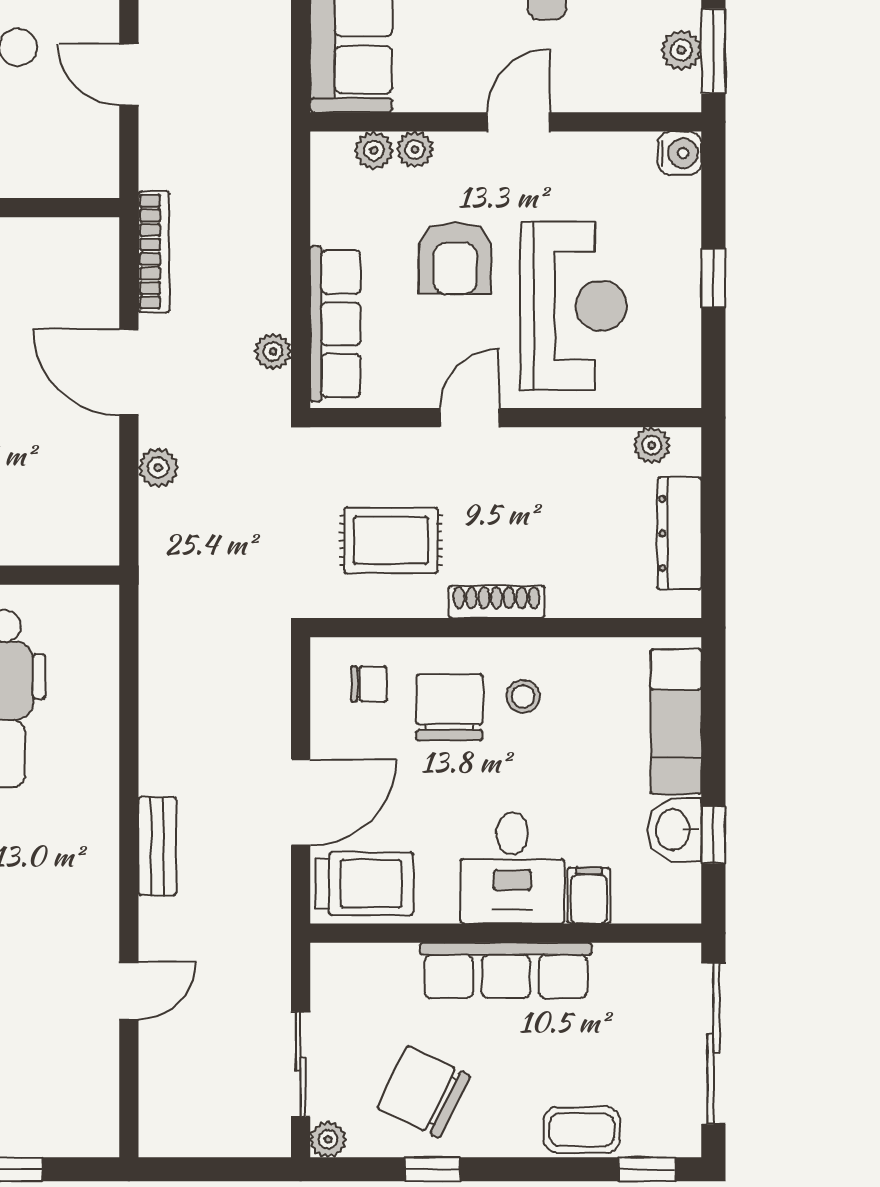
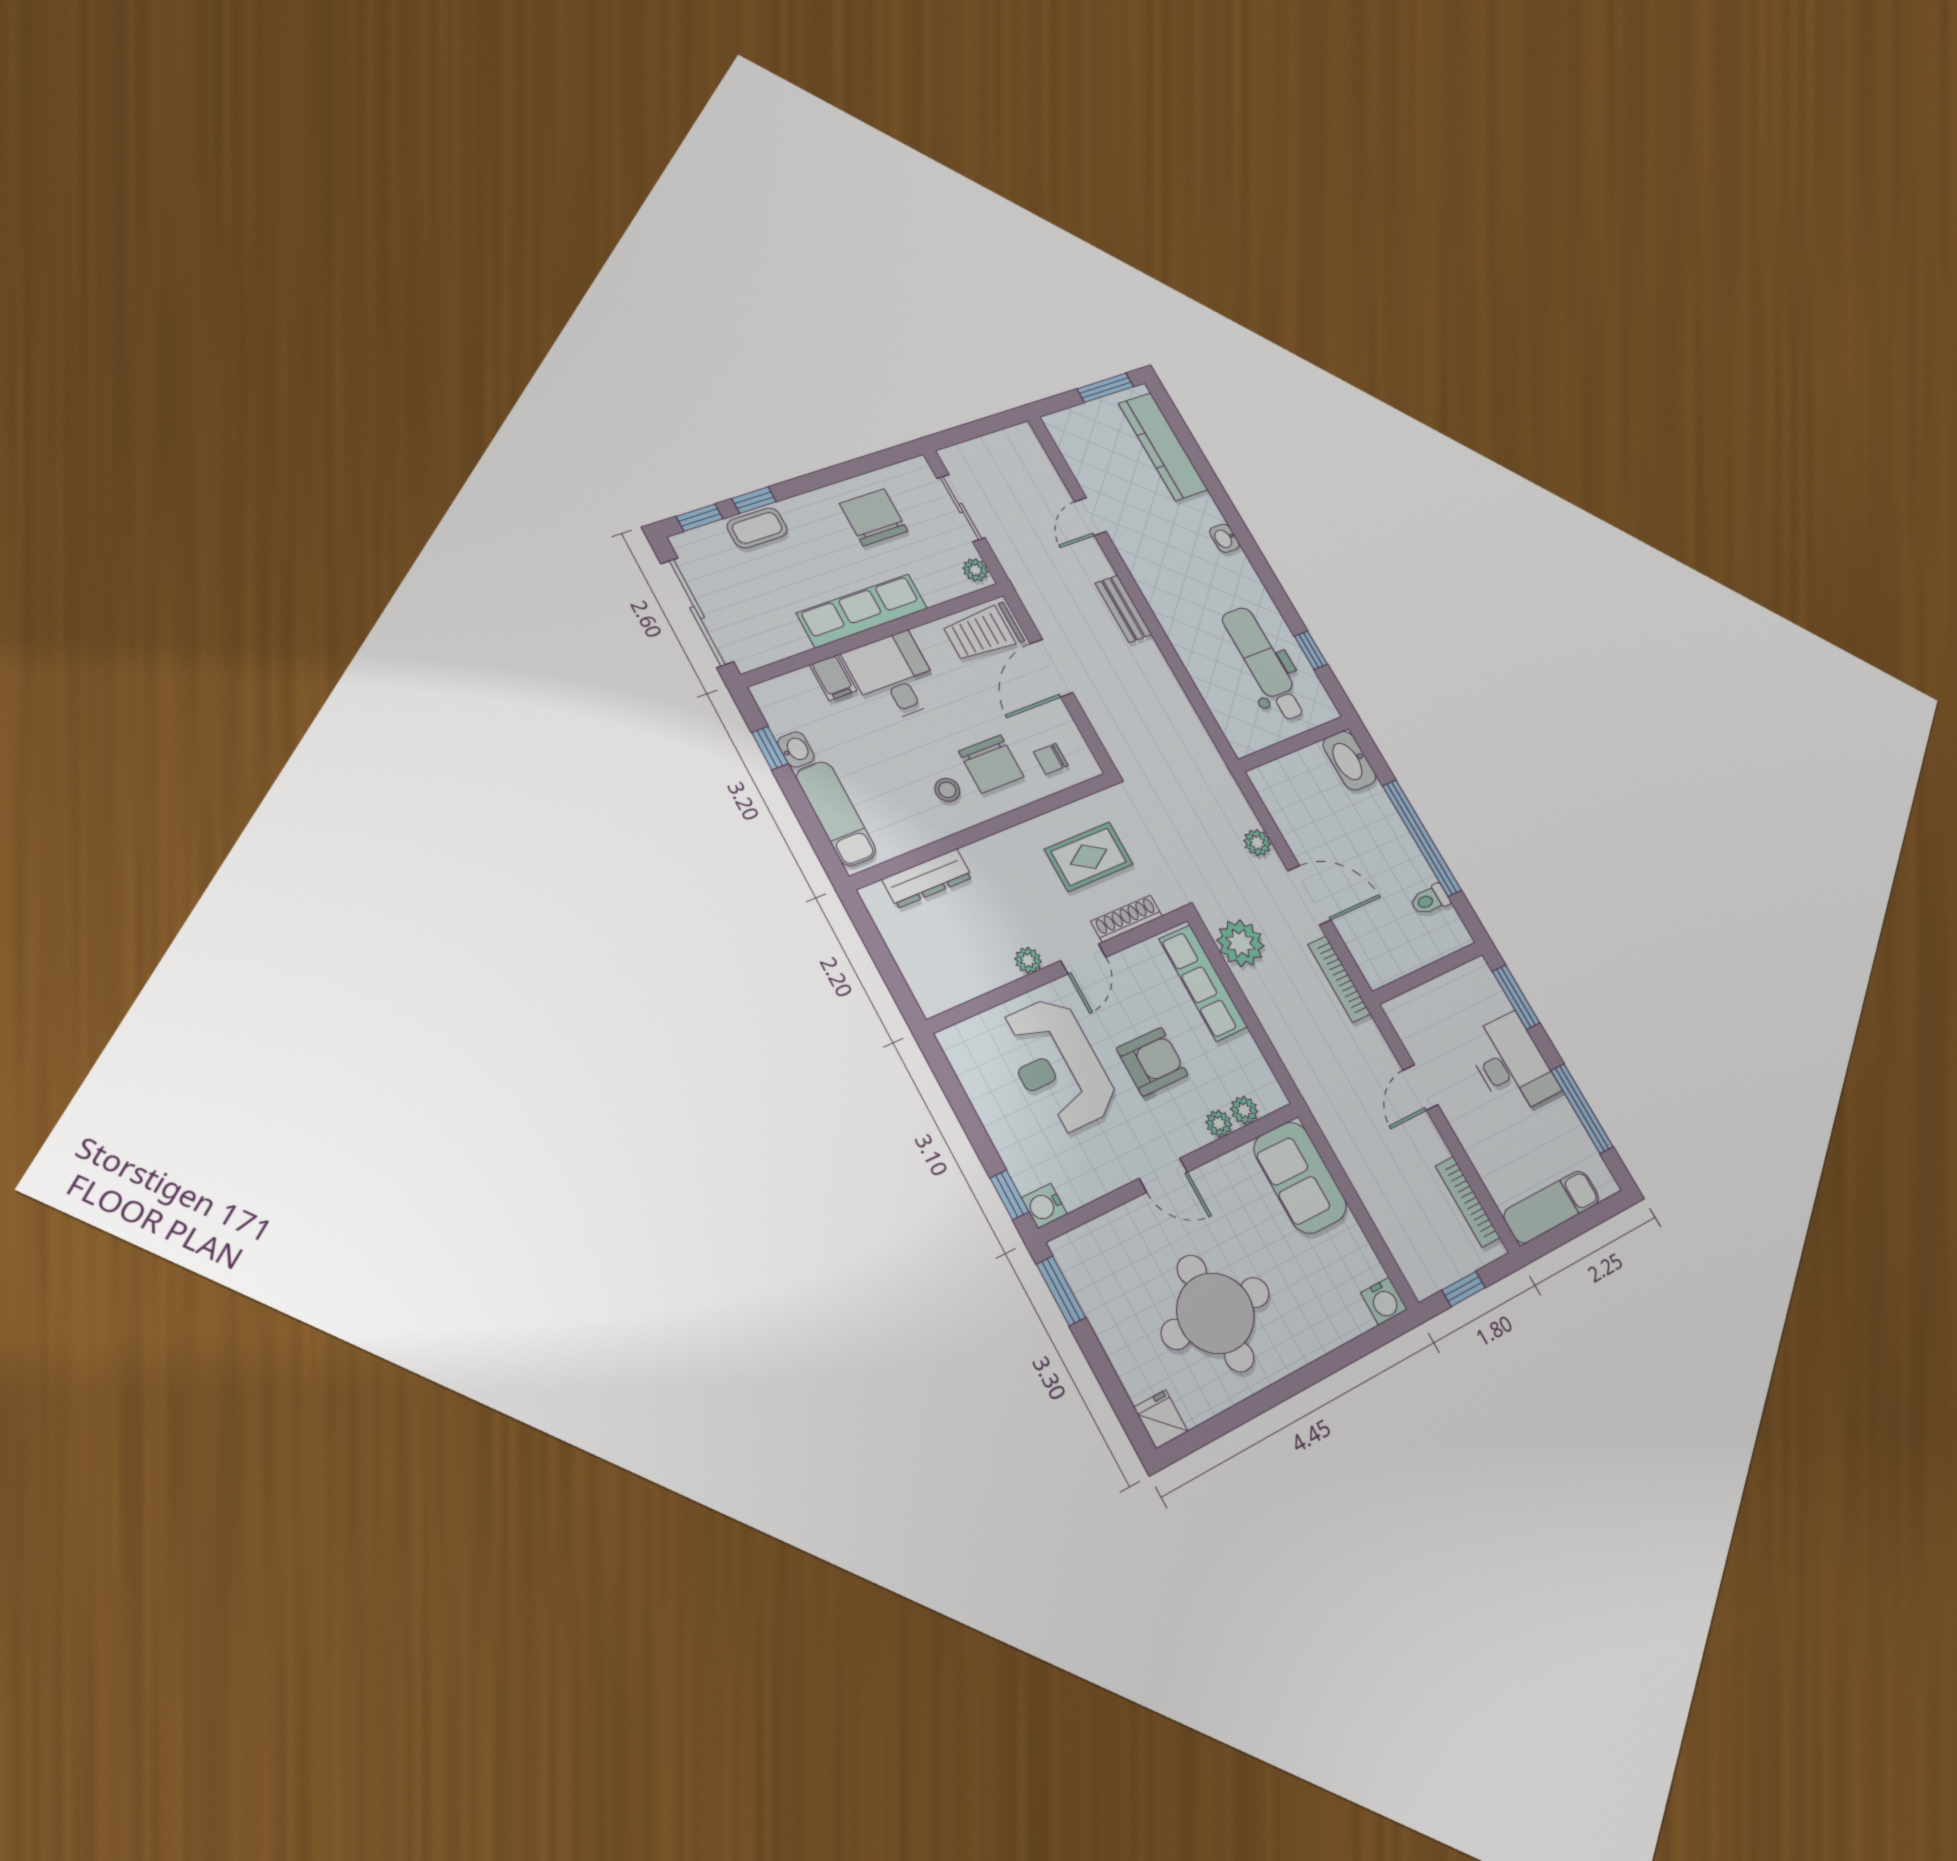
plant: (681, 50) -> (1083, 1280), removed
door: (129, 75) -> (1420, 1087), swing flipped
door: (519, 122) -> (1163, 1175), hinge flipped
armchair: (455, 258) -> (1152, 1062), turned 90
window: (713, 278) -> (1009, 1195), moved
plant: (273, 351) -> (1240, 943), width x1.88, depth x1.88
plant: (652, 445) -> (1028, 960), moved
dresser: (679, 533) -> (927, 879), moved, turned 90
shoe rack: (497, 602) -> (1127, 919), moved, turned 180
washbasin: (674, 830) -> (796, 750), width x0.72, depth x0.69
chair: (424, 1092) -> (874, 517), turned -116
plant: (328, 1139) -> (975, 570), moved
window: (433, 1169) -> (754, 500), moved

